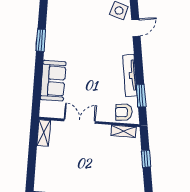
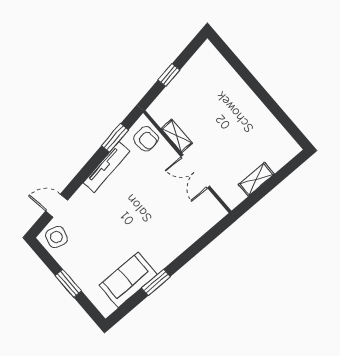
sofa: (53, 81) -> (128, 280), moved
shelving: (124, 131) -> (177, 136), moved
shelving: (44, 133) -> (256, 179), moved

